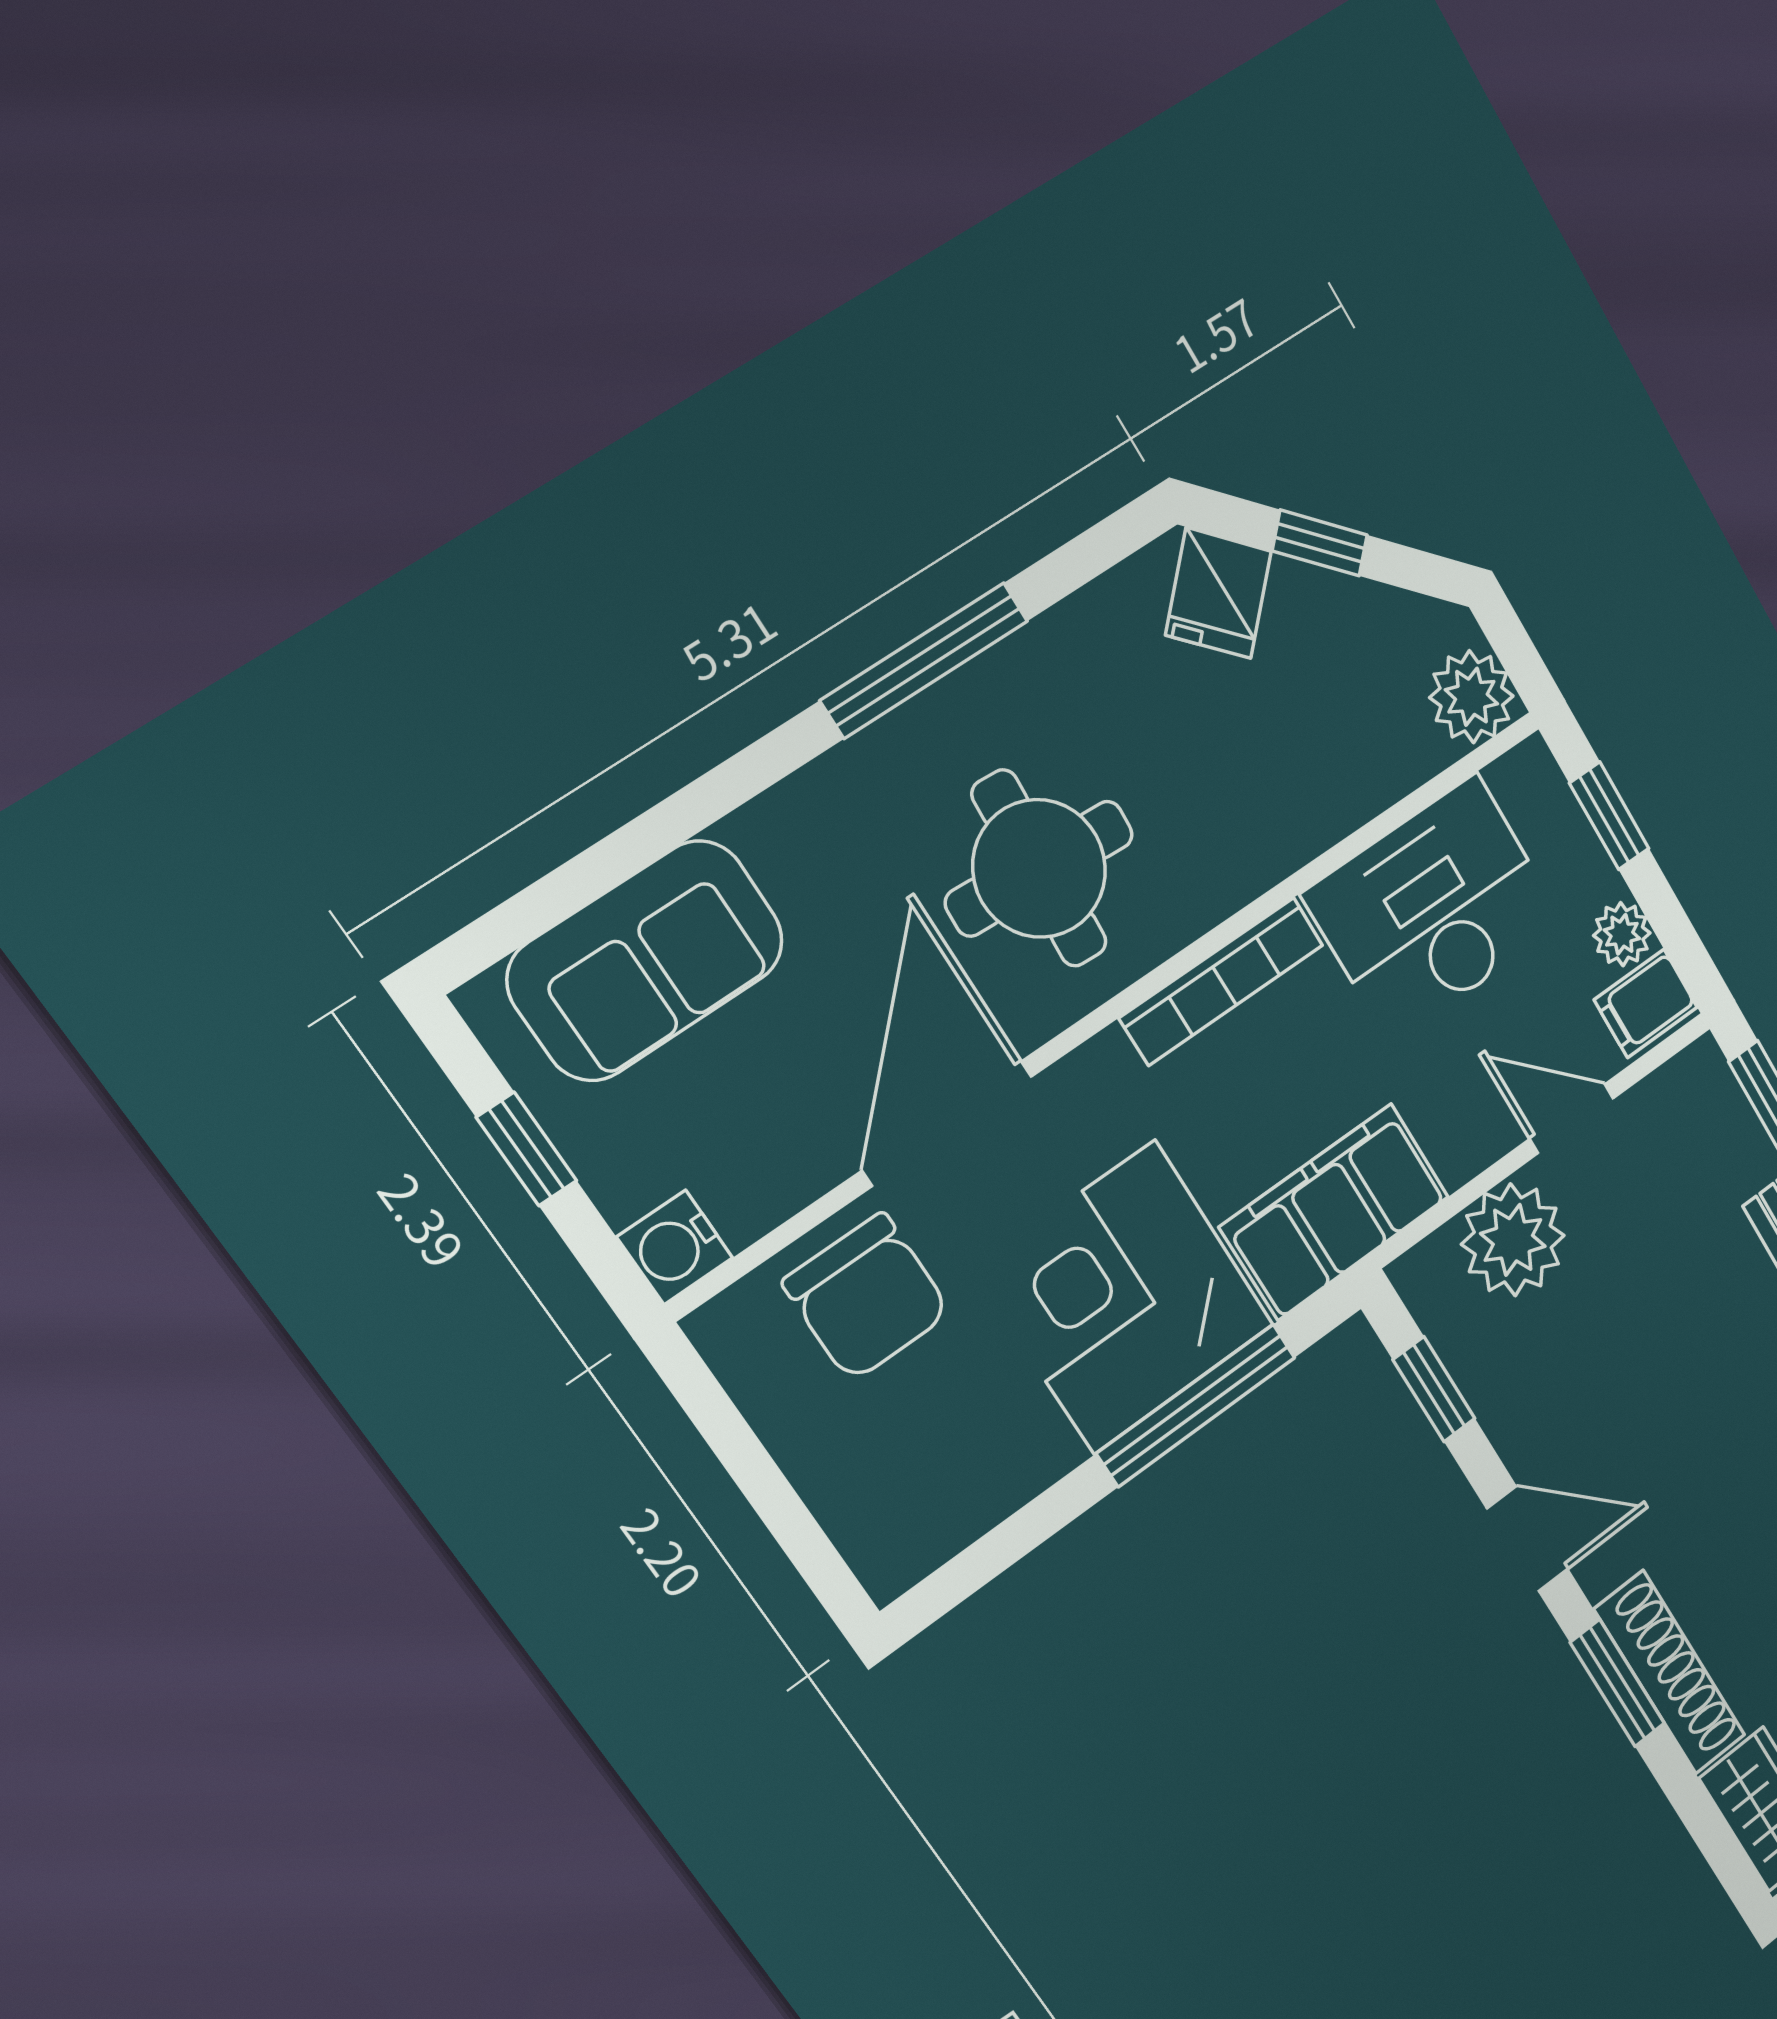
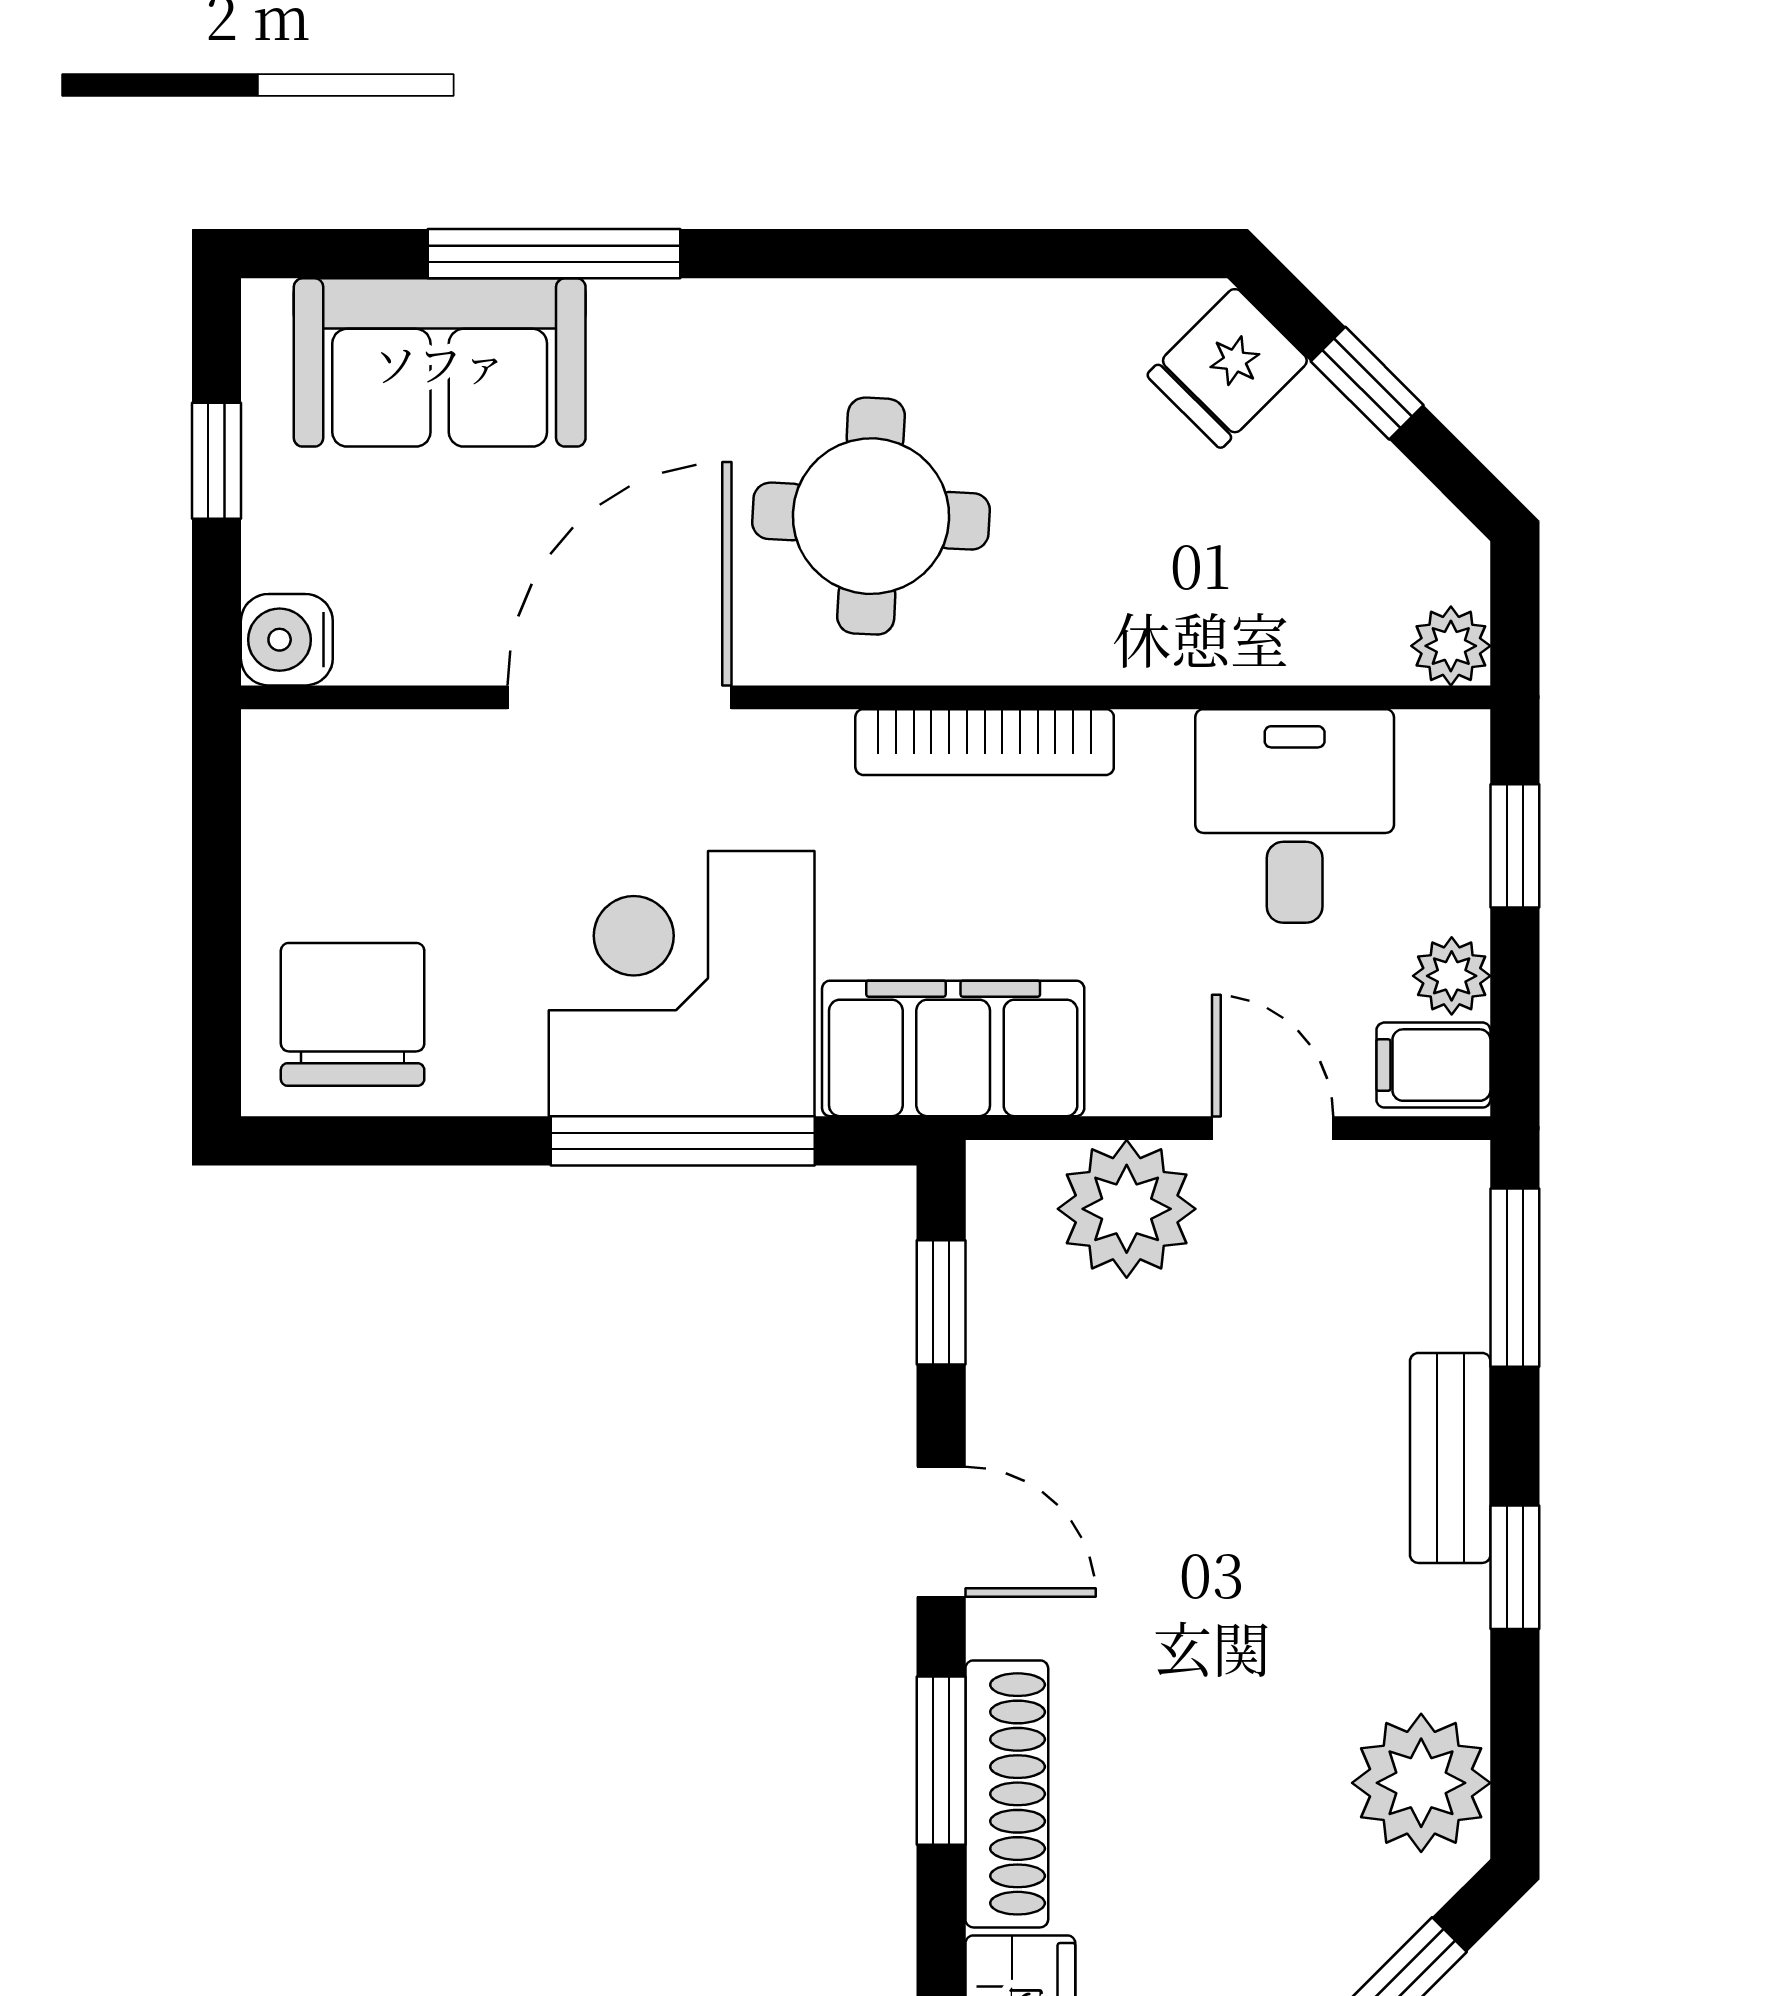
window: (924, 660) -> (554, 254), moved
plant: (1471, 697) -> (1451, 646), width x0.73, depth x0.73
desk: (1434, 909) -> (1295, 816), width x0.73
chair: (867, 1297) -> (353, 1014), moved, turned 180

